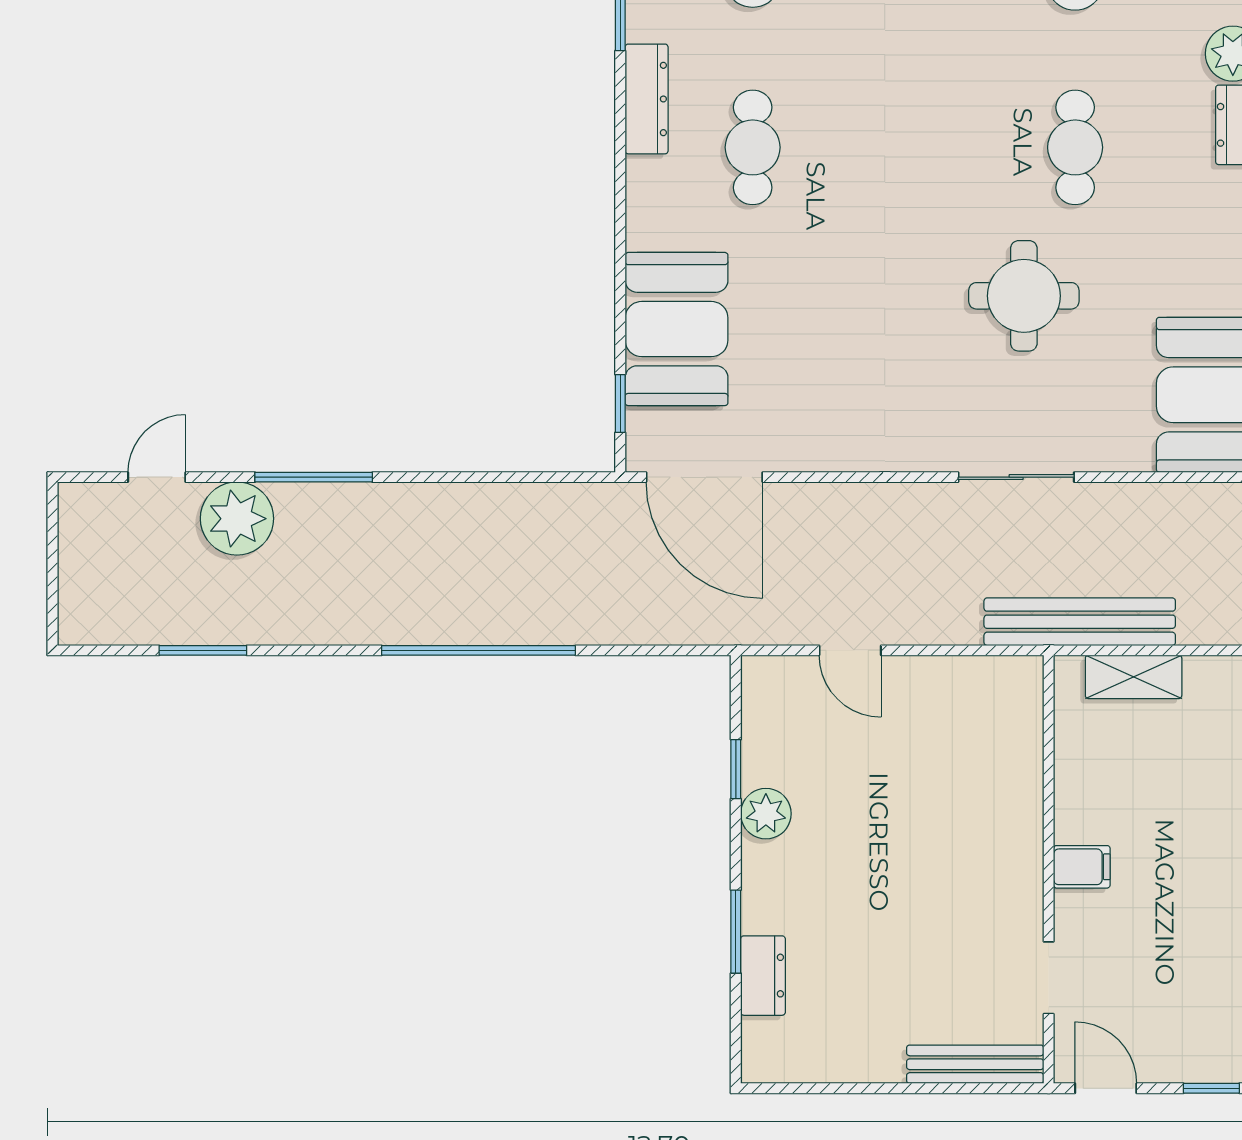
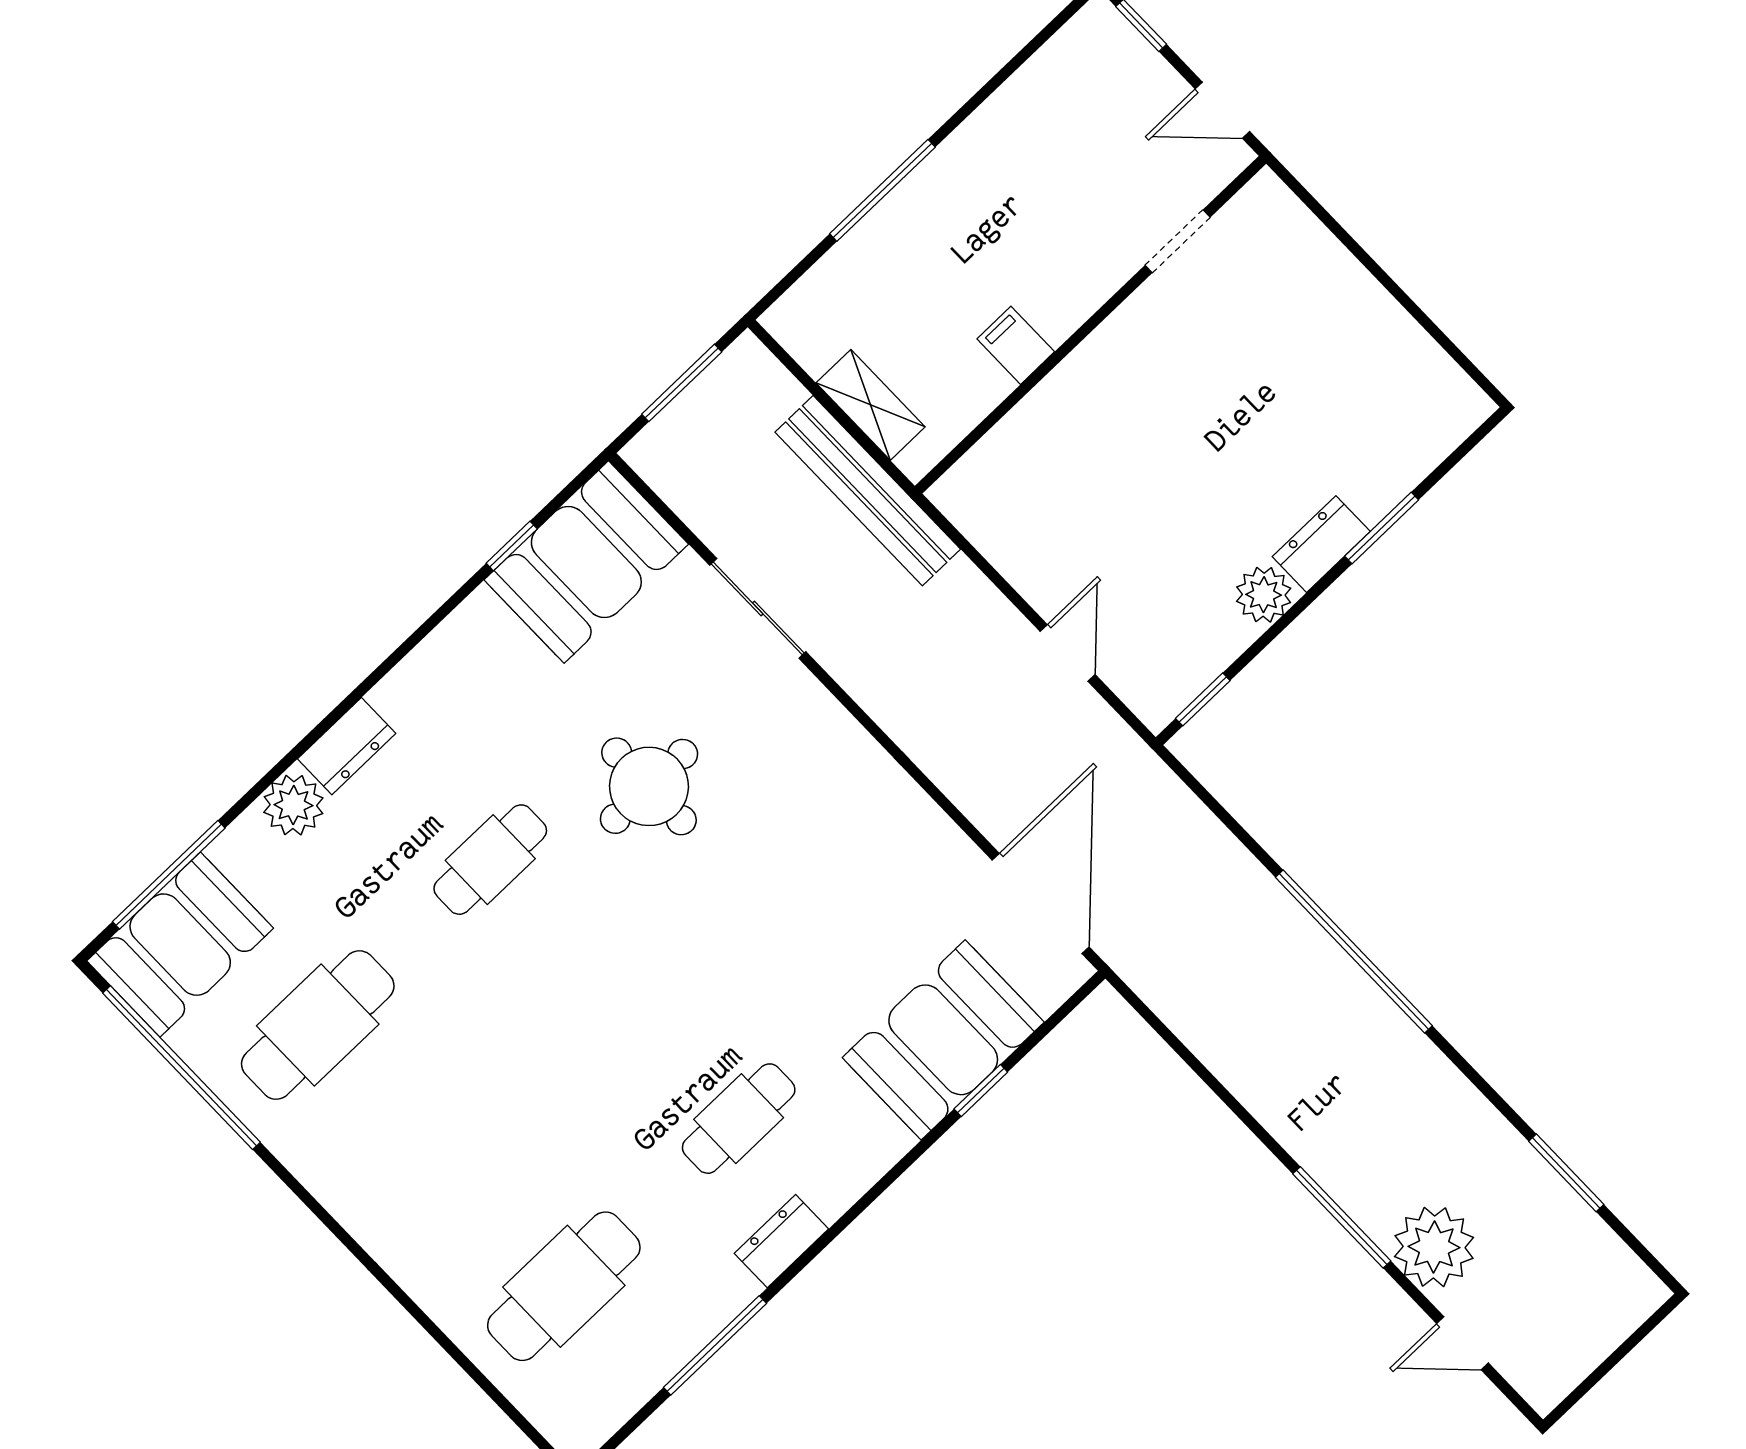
dresser: (647, 99) -> (781, 1241), width x0.70
window: (620, 403) -> (981, 1090), moved
sliding door: (1016, 477) -> (758, 608), moved
window: (736, 769) -> (1203, 699), moved
filing cabinet: (1082, 867) -> (1016, 345), moved
dresser: (763, 976) -> (1321, 544), moved
bench: (975, 1064) -> (1304, 234), removed
door: (1106, 1088) -> (1222, 110), hinge flipped

